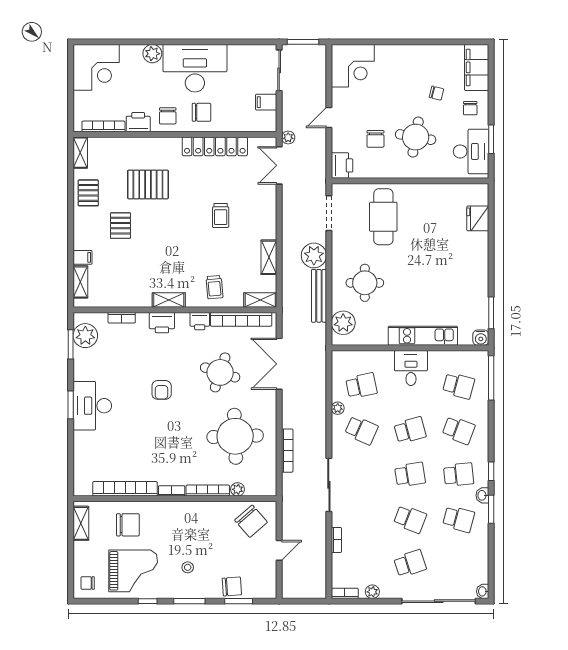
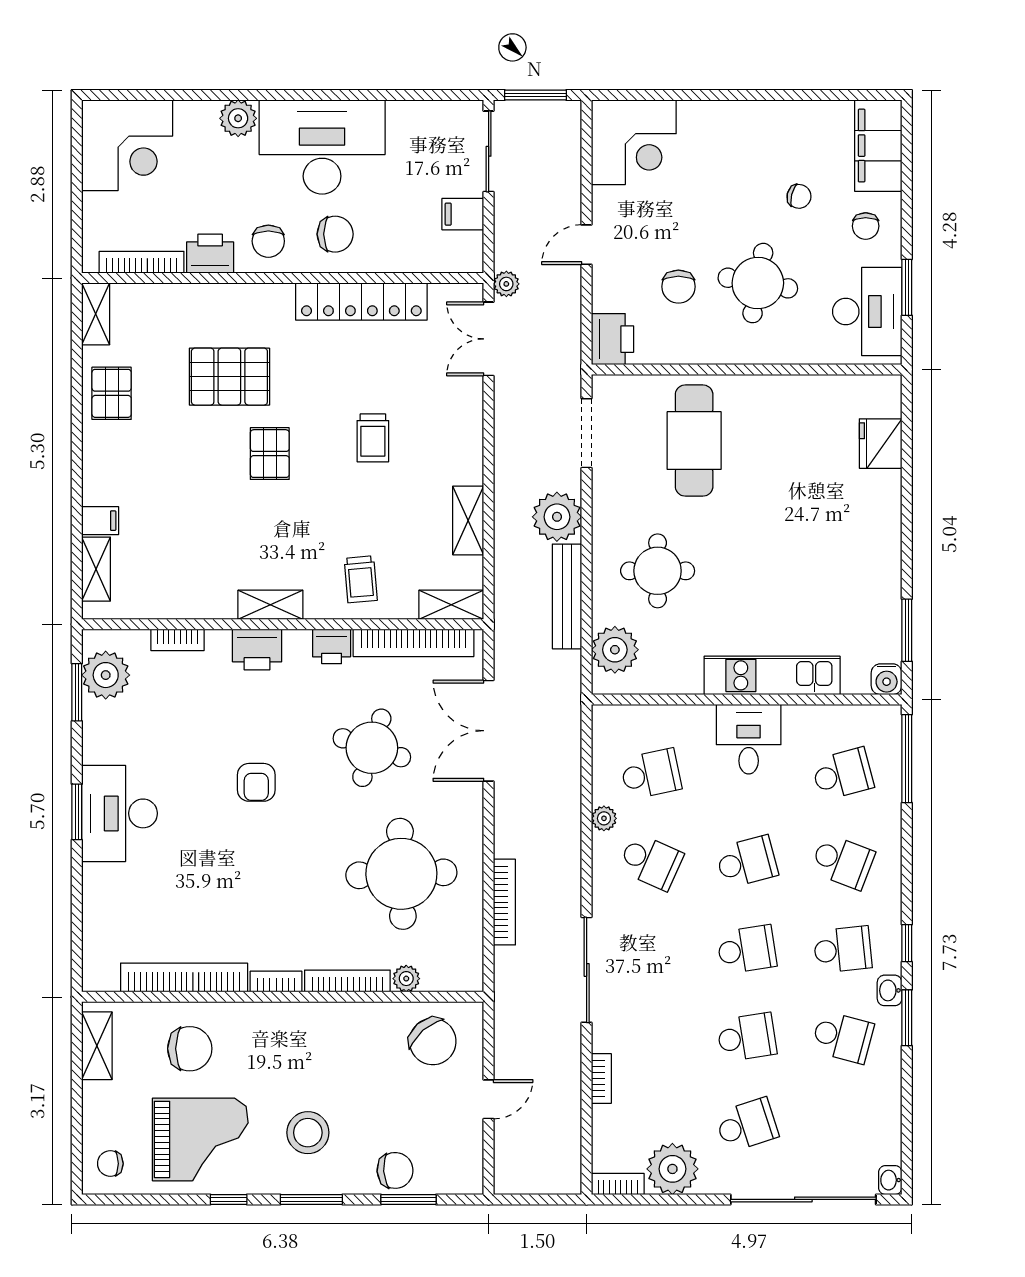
pallet: (120, 226) -> (270, 454), moved
school desk: (459, 386) -> (843, 774), turned -30
school desk: (410, 519) -> (747, 1037), turned -30
stool: (188, 567) -> (308, 1133), width x1.89, depth x1.89
plant: (372, 592) -> (672, 1169), width x1.87, depth x1.87

